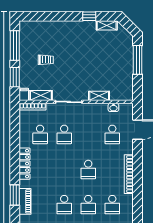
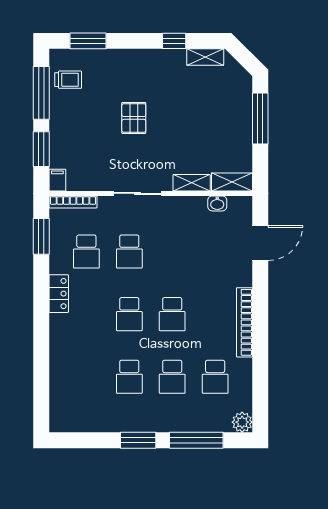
window: (41, 16) -> (88, 41), added
trolley: (46, 60) -> (68, 80), moved
pallet: (67, 60) -> (134, 118), added
shelving: (41, 95) -> (232, 182), moved
school desk: (112, 134) -> (129, 314), moved
locker: (25, 164) -> (59, 294), width x0.66
window: (15, 195) -> (41, 236), moved
piano: (25, 201) -> (60, 371), removed

